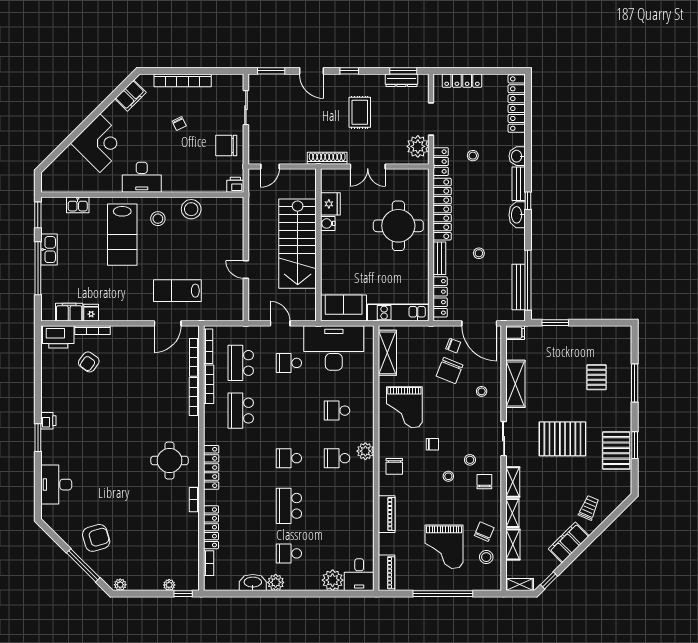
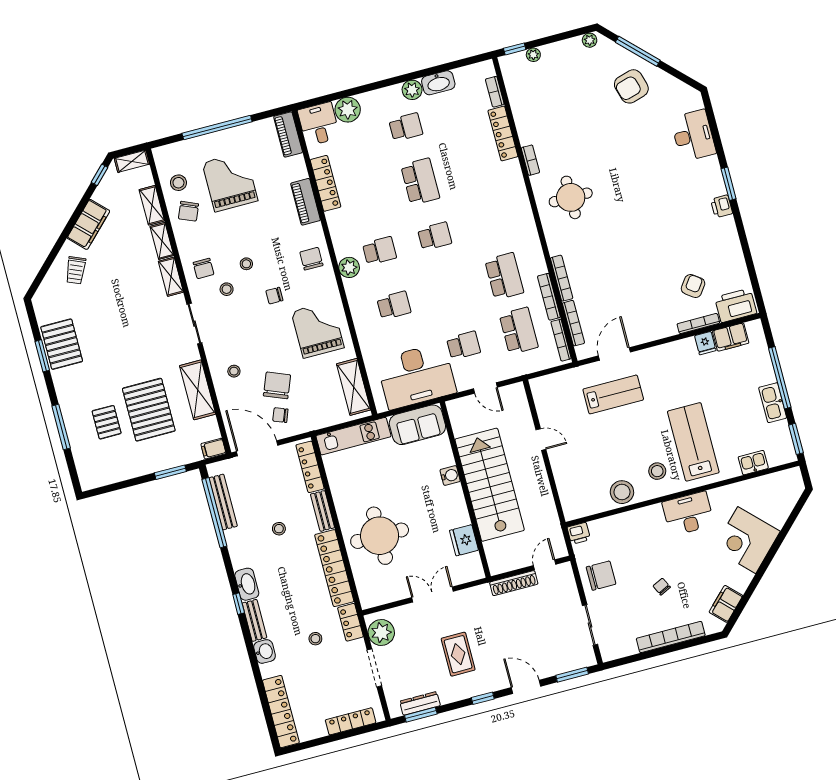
shoe rack: (327, 158) -> (514, 583), moved
water cooler: (328, 223) -> (450, 476), moved
pallet: (562, 439) -> (149, 410), moved, turned 90
locker: (211, 467) -> (325, 183), moved, turned 180

